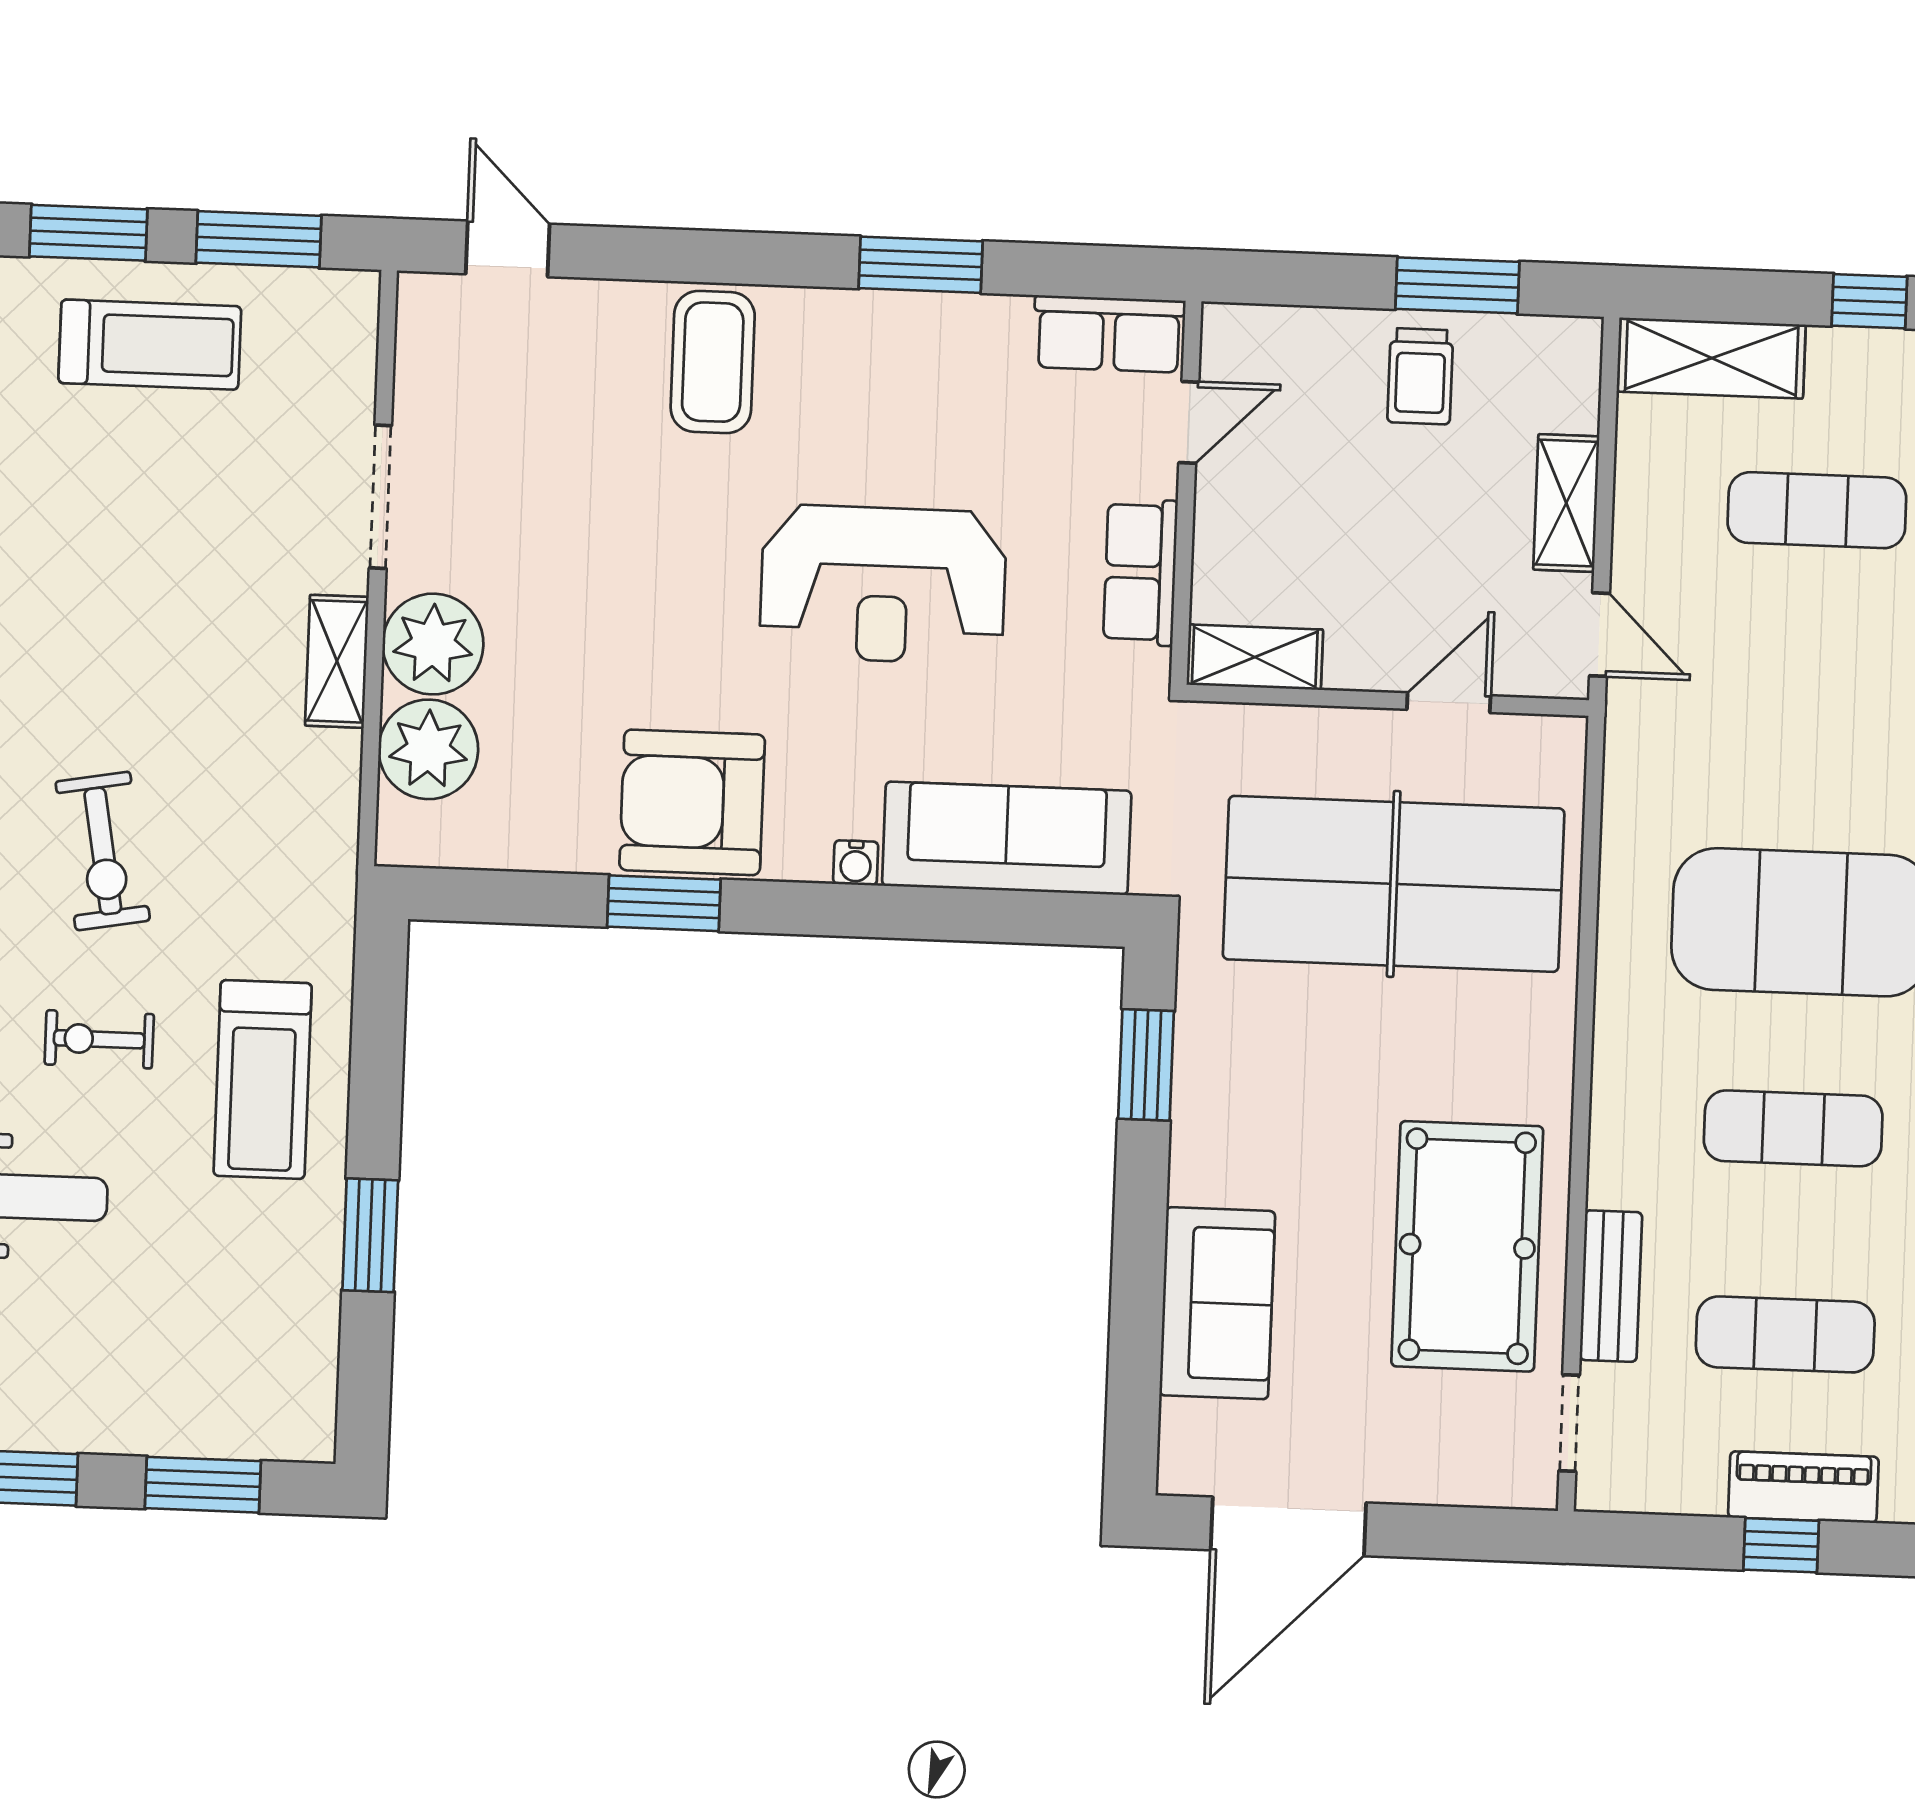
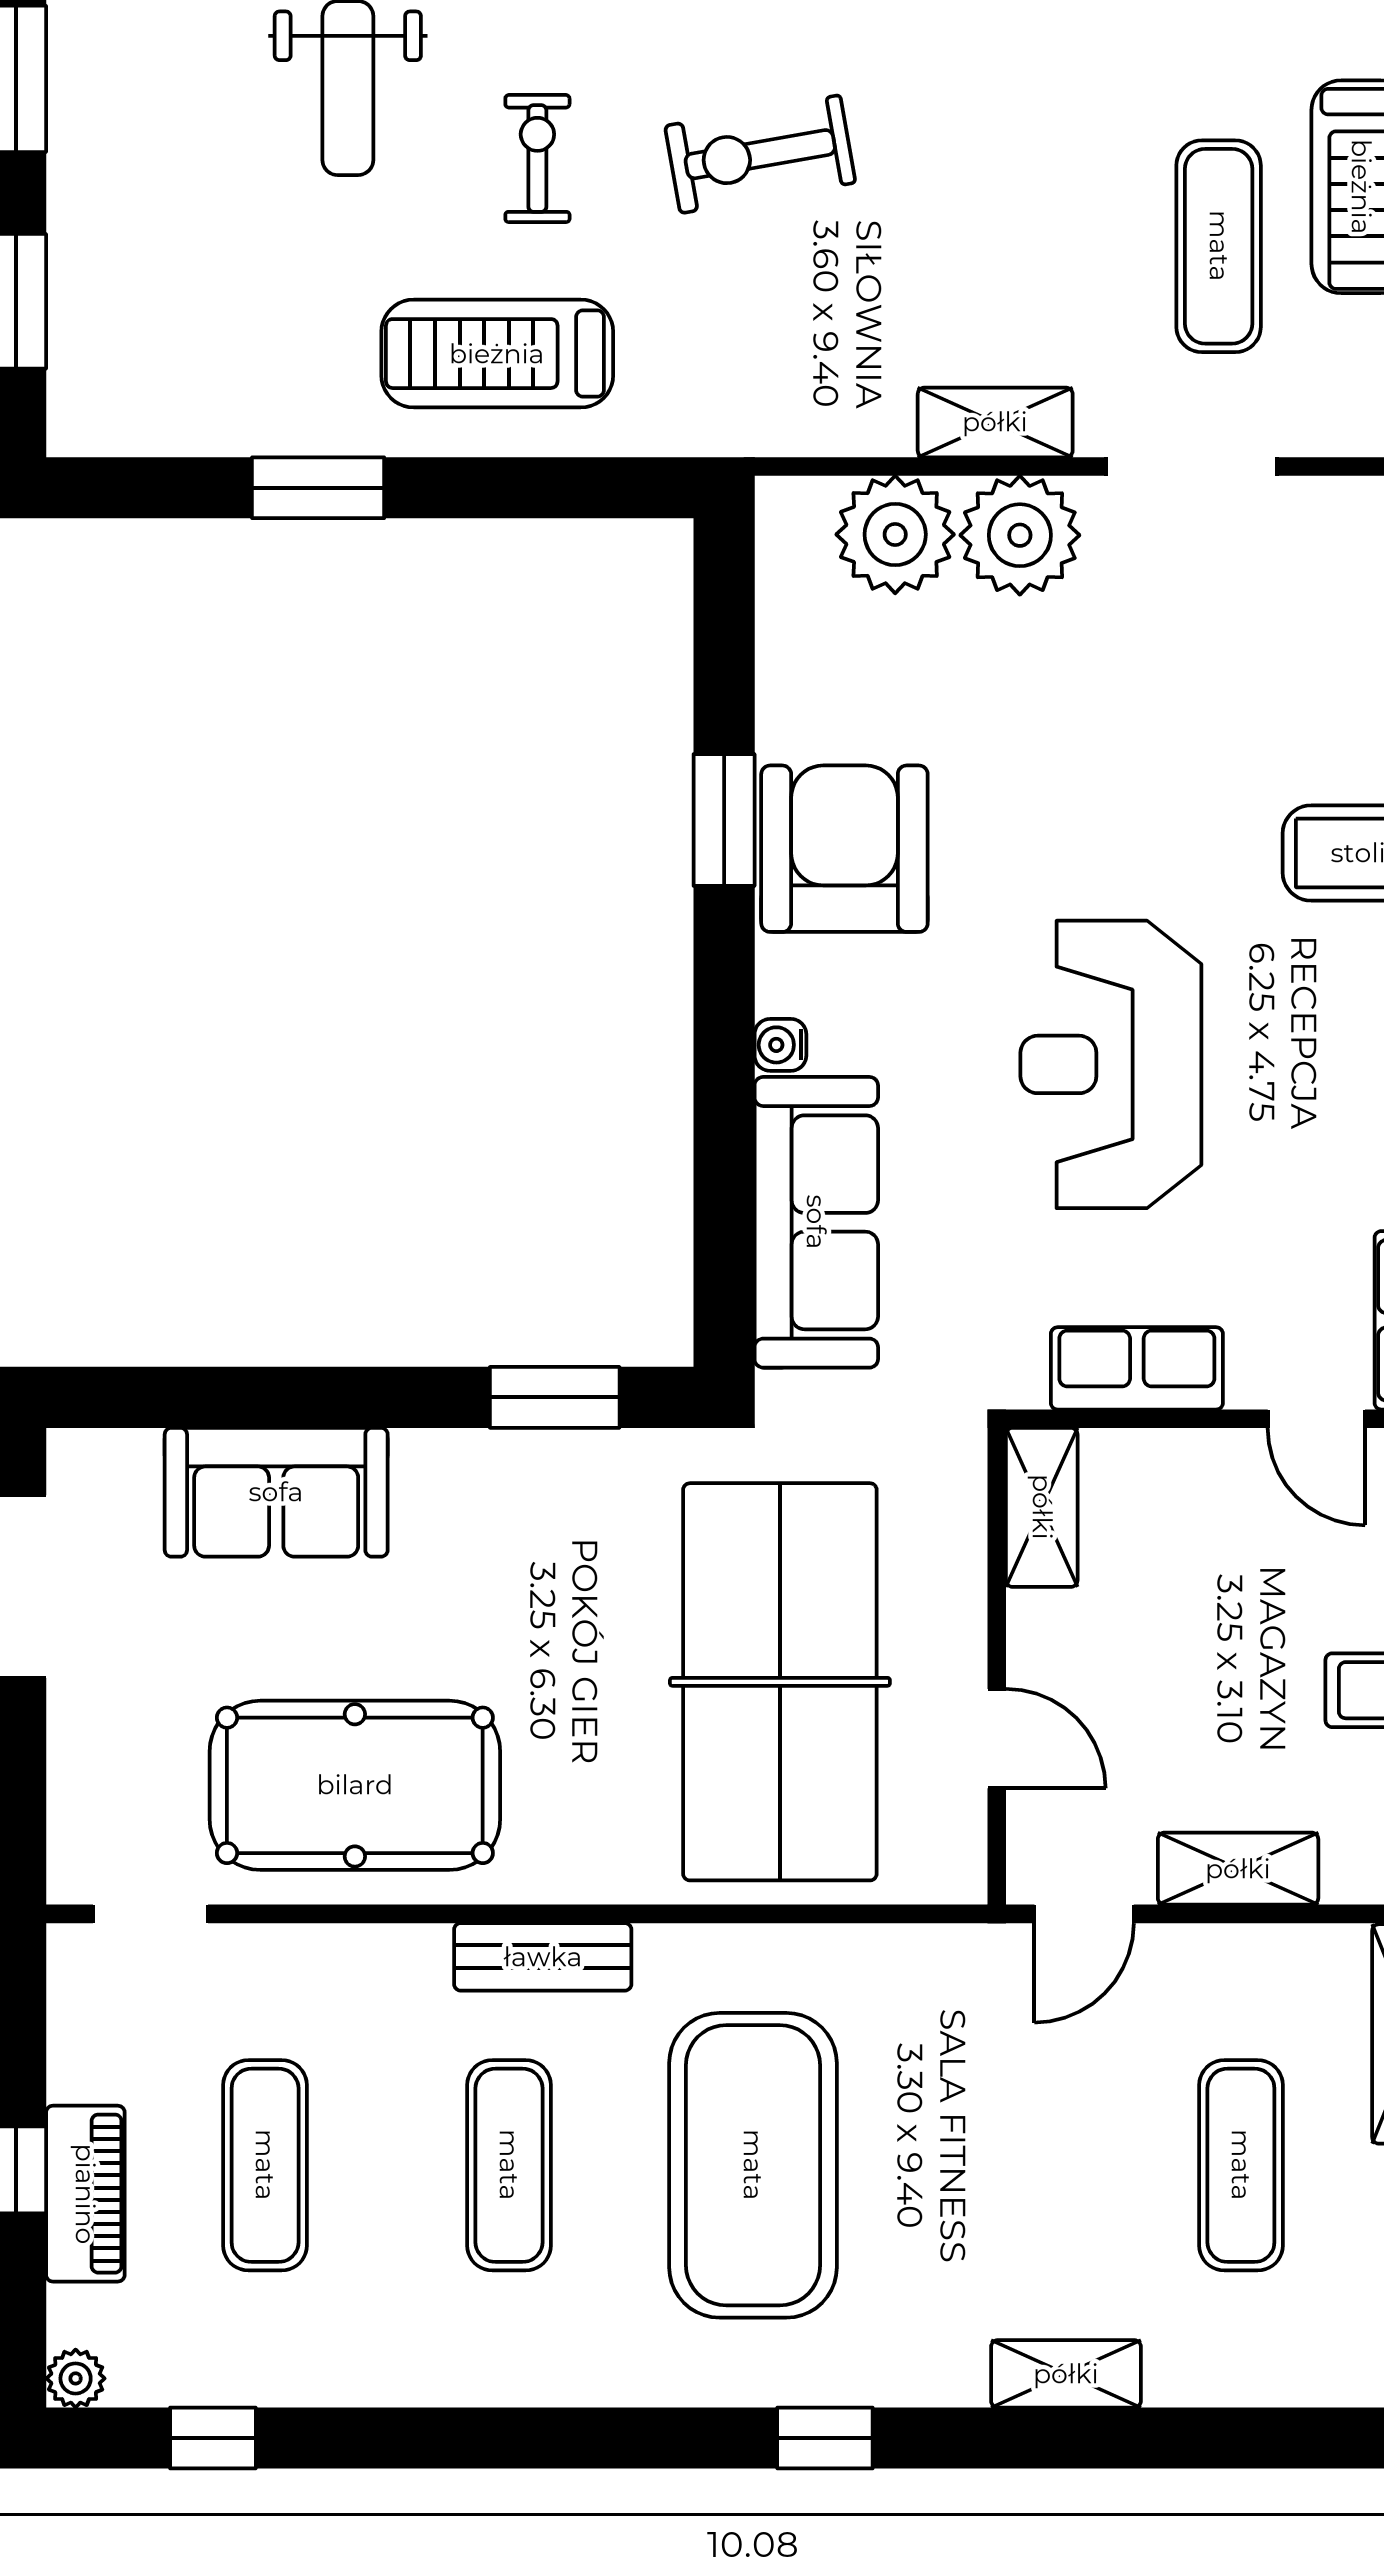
exercise mat: (195, 467) -> (1219, 246), added
bench: (1611, 1286) -> (543, 1957), moved

